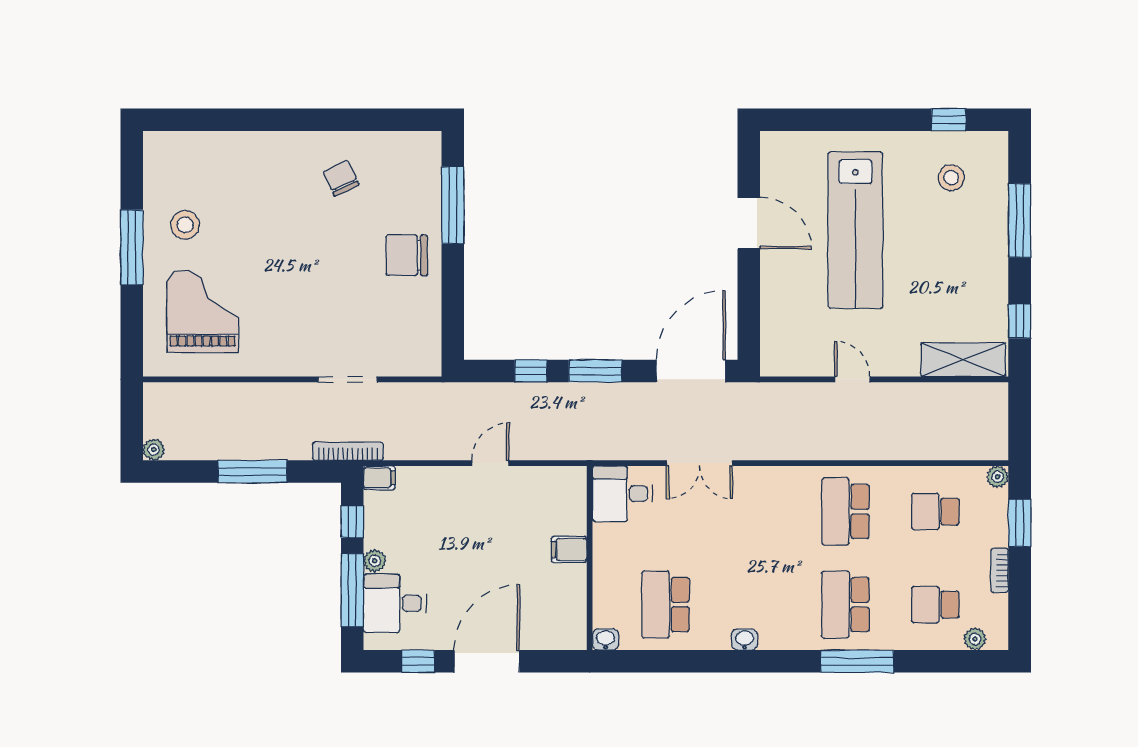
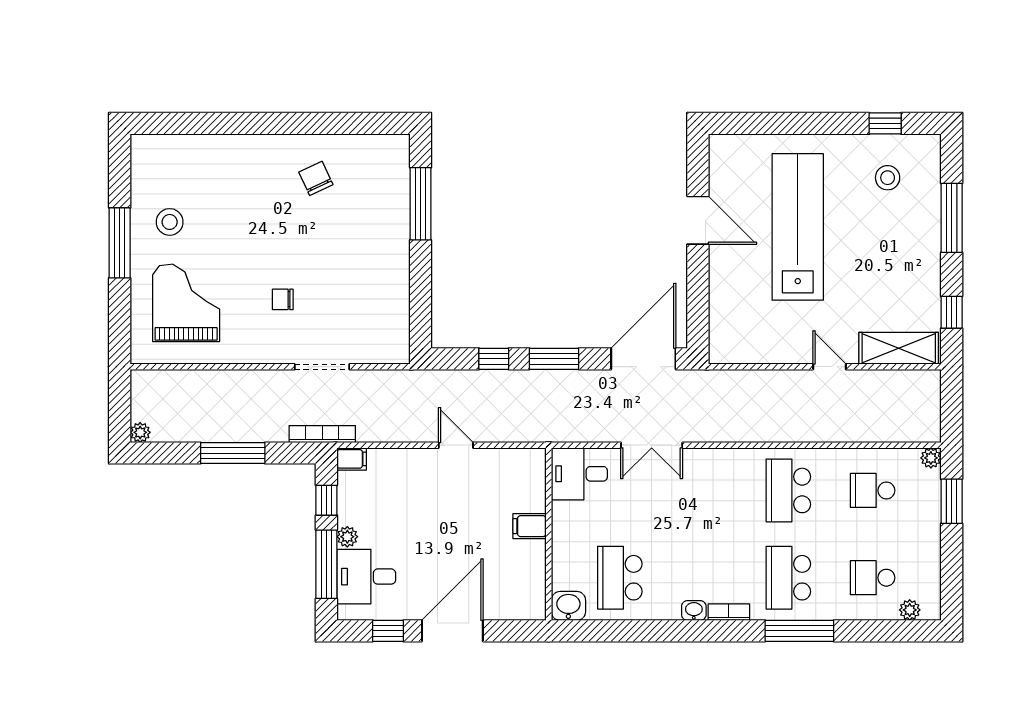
lab bench: (855, 230) -> (798, 227), turned 180
chair: (407, 255) -> (283, 299), moved, width x0.54, depth x0.54
door: (852, 379) -> (829, 367), moved
door: (491, 463) -> (456, 445), hinge flipped
bookcase: (1000, 571) -> (729, 612), moved, turned 90
washbasin: (606, 639) -> (568, 606), width x1.38, depth x1.45

